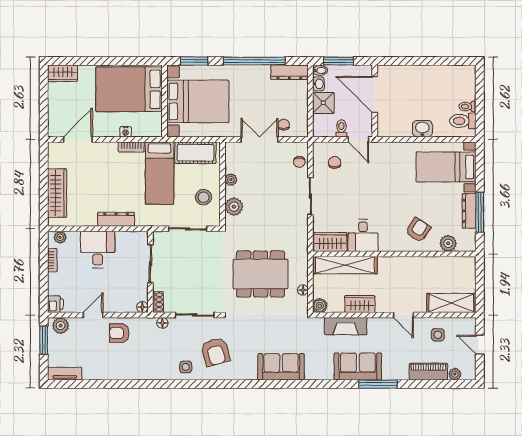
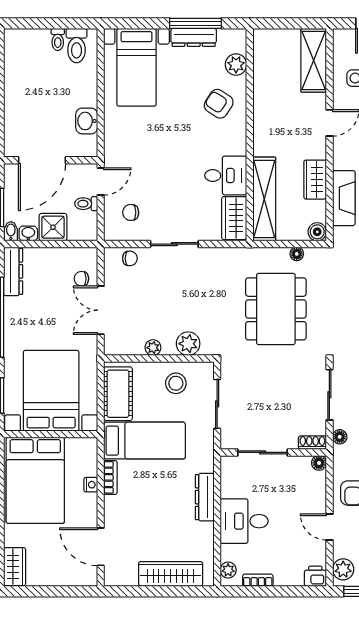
washbasin: (422, 129) -> (87, 121), moved

